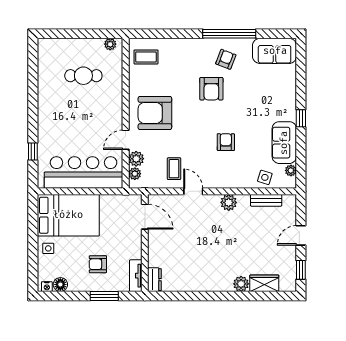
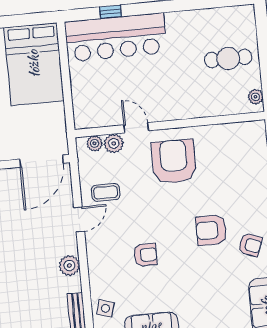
coffee table: (146, 57) -> (244, 144), removed
cafe table: (83, 76) -> (228, 58), moved, turned 90
bar counter: (84, 173) -> (116, 37), moved, turned 90
door: (145, 217) -> (41, 161), width x1.36

